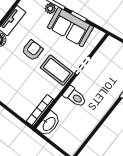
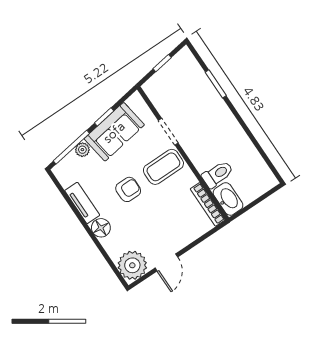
armchair: (32, 50) -> (128, 189), turned 90
toilet: (75, 97) -> (218, 174), moved

